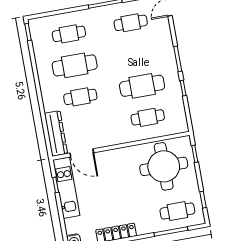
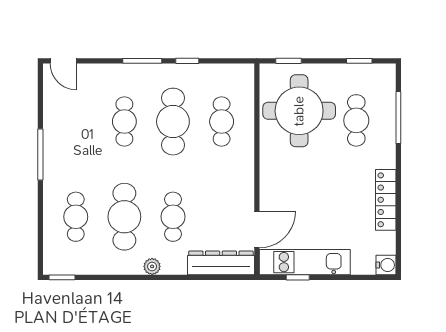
cafe table: (131, 23) -> (124, 122), moved
plant: (46, 89) -> (152, 266), added
cafe table: (177, 211) -> (356, 120), moved

